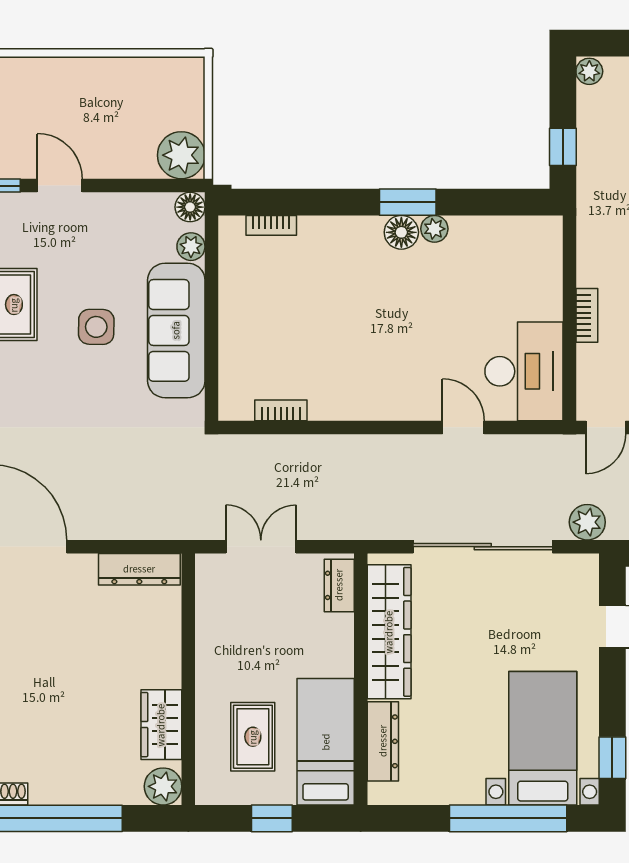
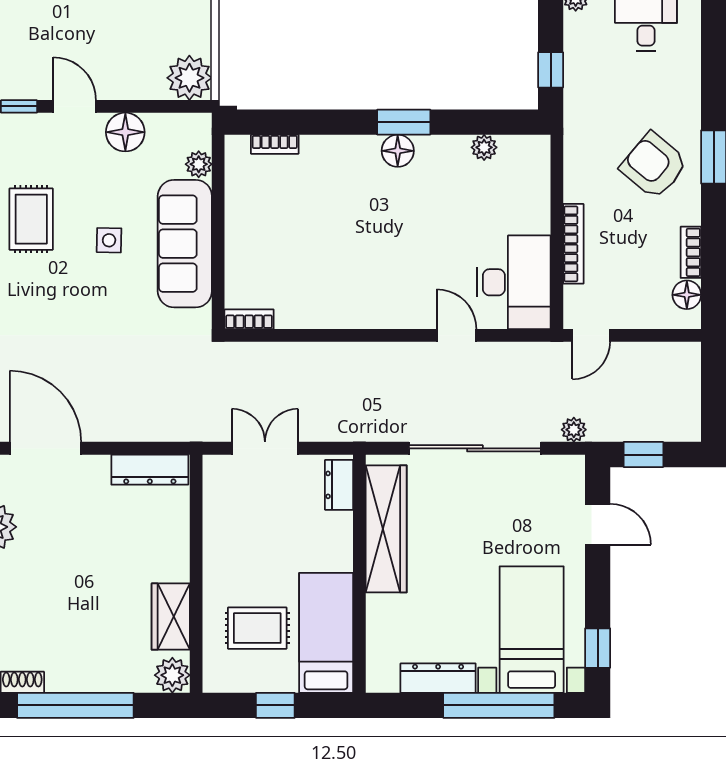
floor lamp: (190, 207) -> (125, 132), moved, width x1.38, depth x1.38
plant: (434, 229) -> (484, 147), moved
bookcase: (587, 315) -> (573, 244), width x1.56
side table: (96, 327) -> (109, 240), width x0.73, depth x0.73
bookcase: (281, 410) -> (249, 319), moved
plant: (587, 522) -> (574, 430), width x0.73, depth x0.73
rug: (253, 737) -> (257, 628), turned 90
dresser: (383, 741) -> (438, 678), moved, turned -90

